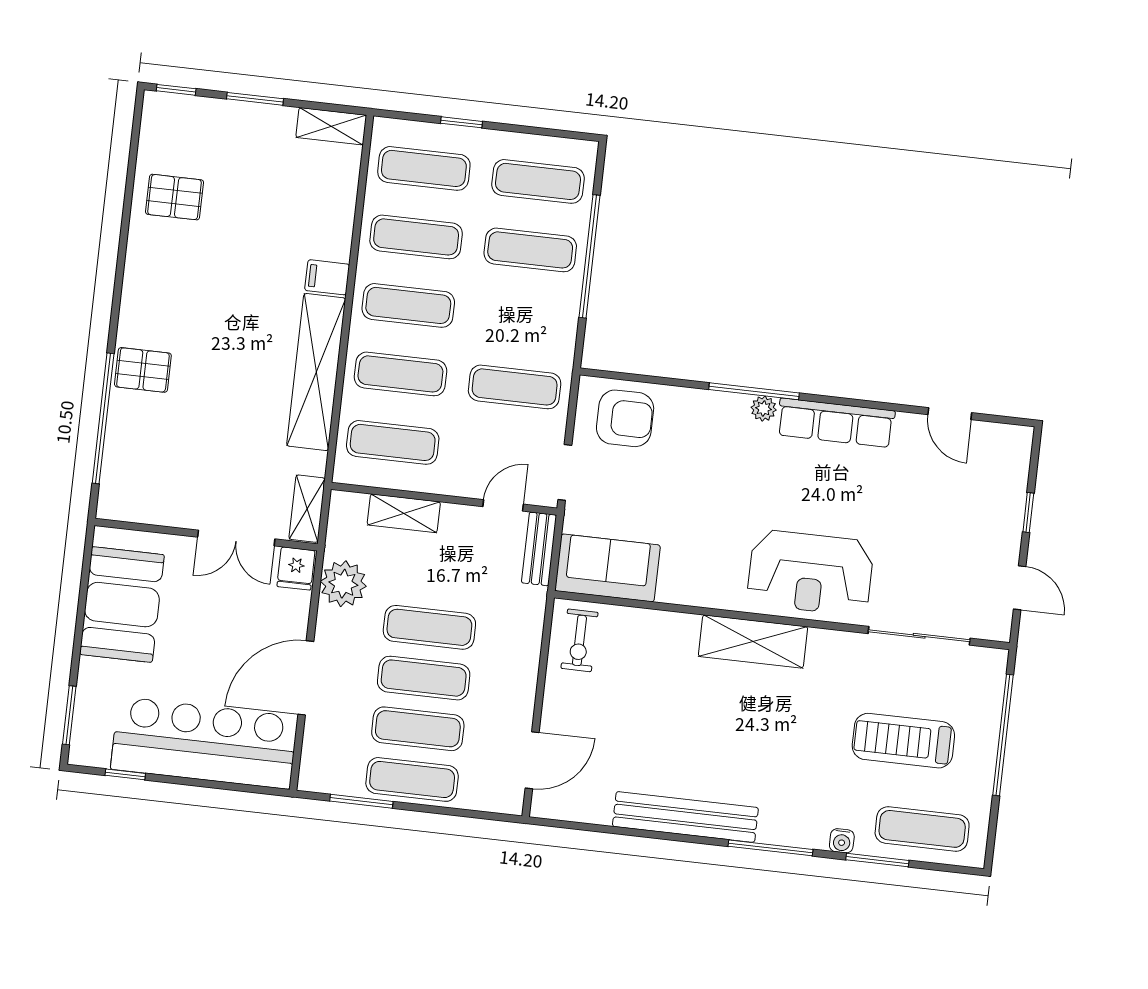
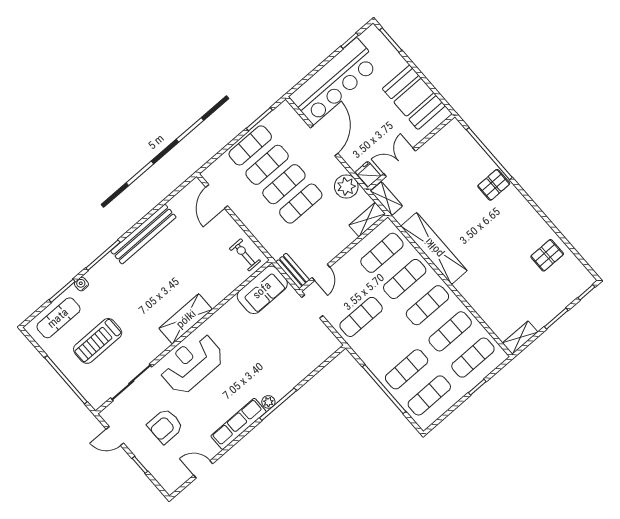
filing cabinet: (327, 277) -> (465, 285), removed
armchair: (625, 418) -> (165, 426), moved
shelving: (404, 513) -> (367, 220), moved
treadmill: (903, 741) -> (98, 341), turned 180

